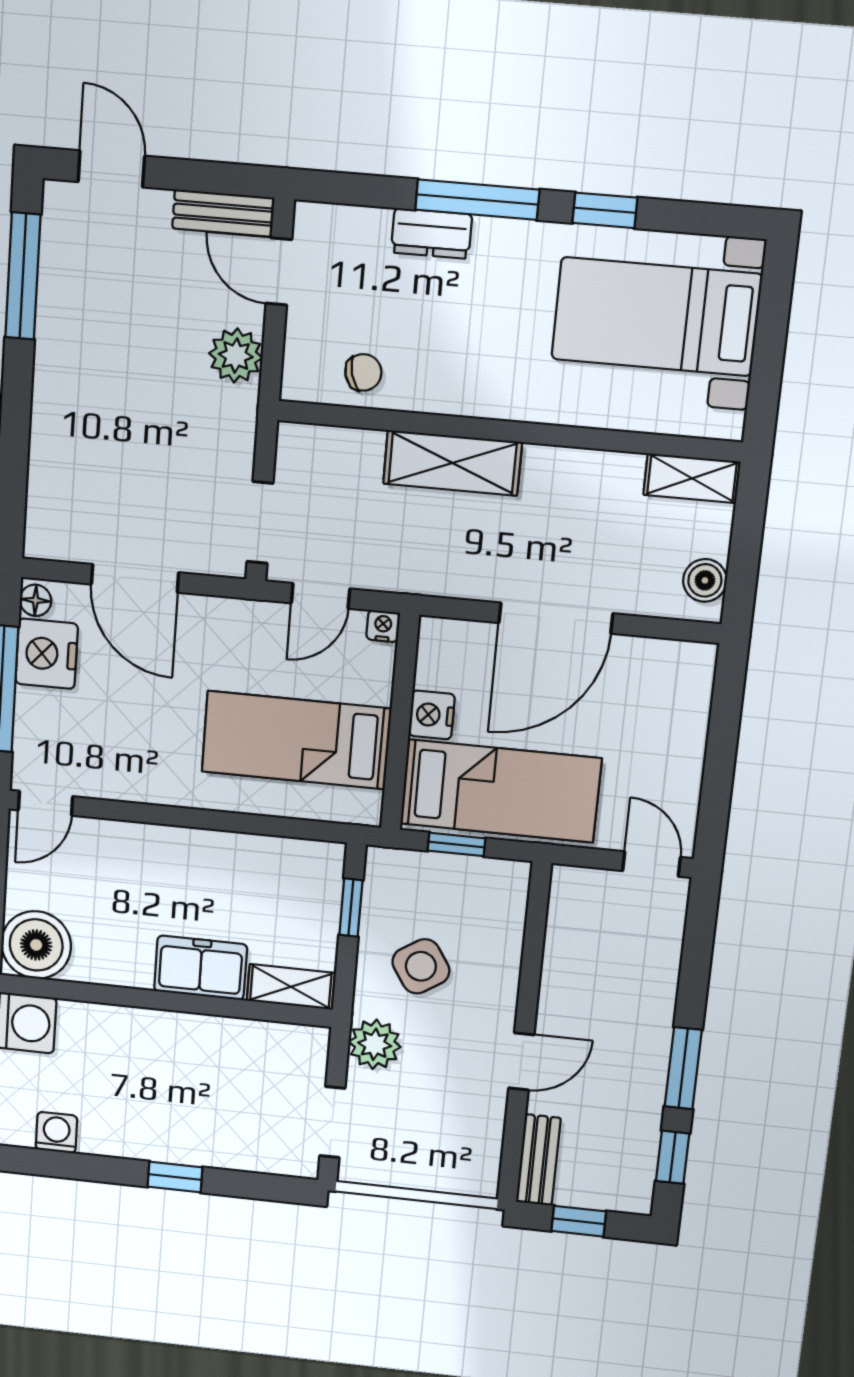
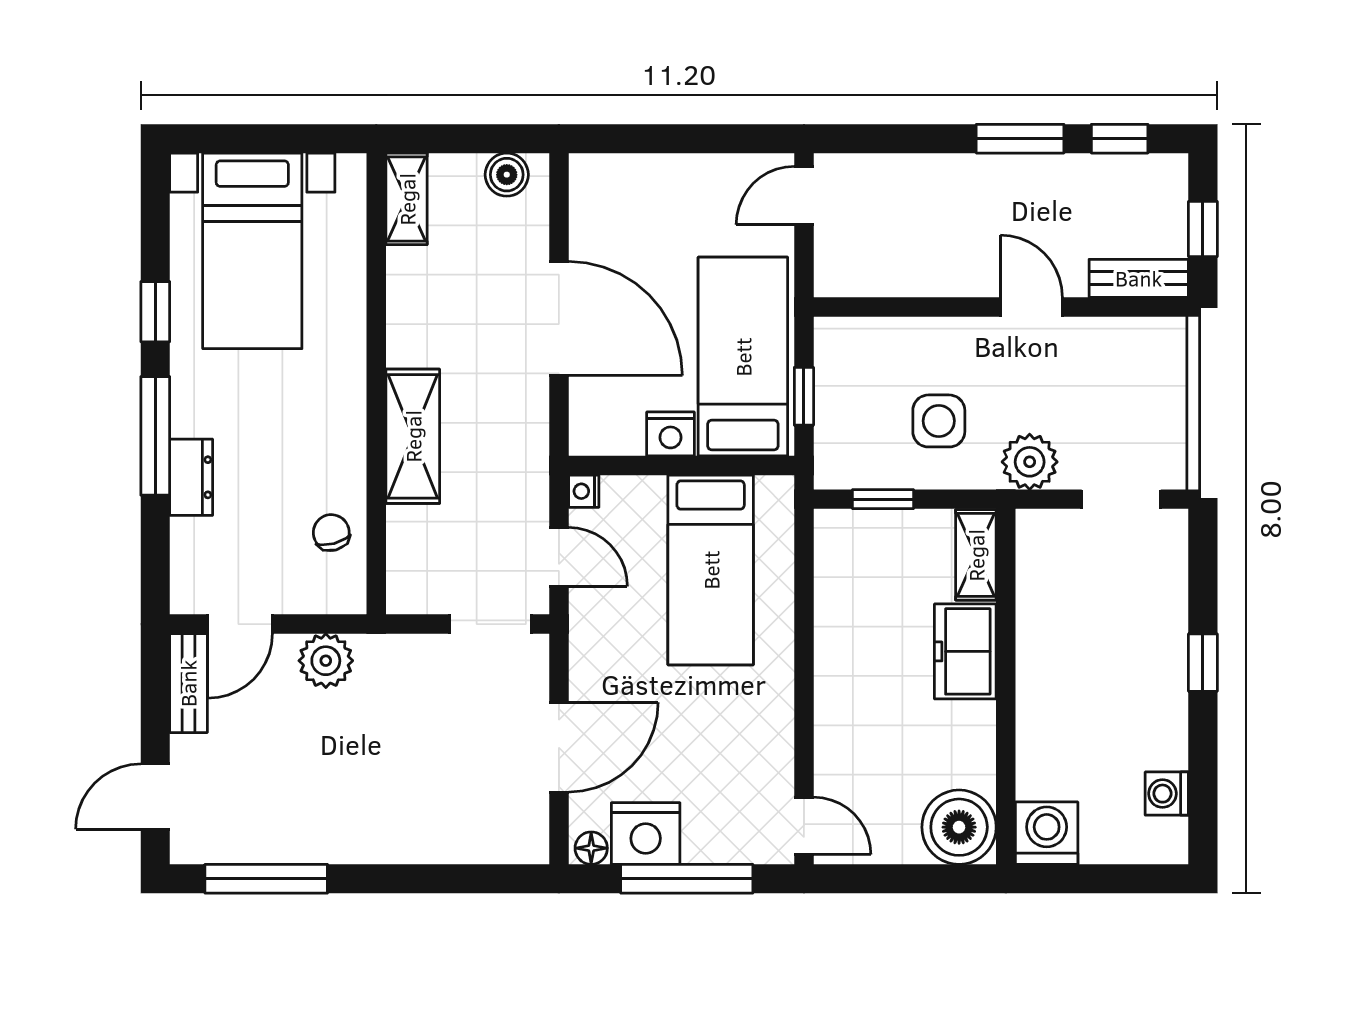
side table: (421, 966) -> (939, 421), turned 33

